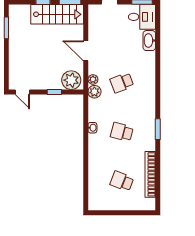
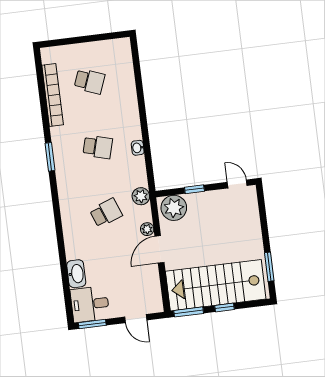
stairs: (57, 14) -> (216, 285), width x1.36, depth x1.51
door: (86, 51) -> (159, 249), swing flipped
plant: (93, 79) -> (147, 229), moved

